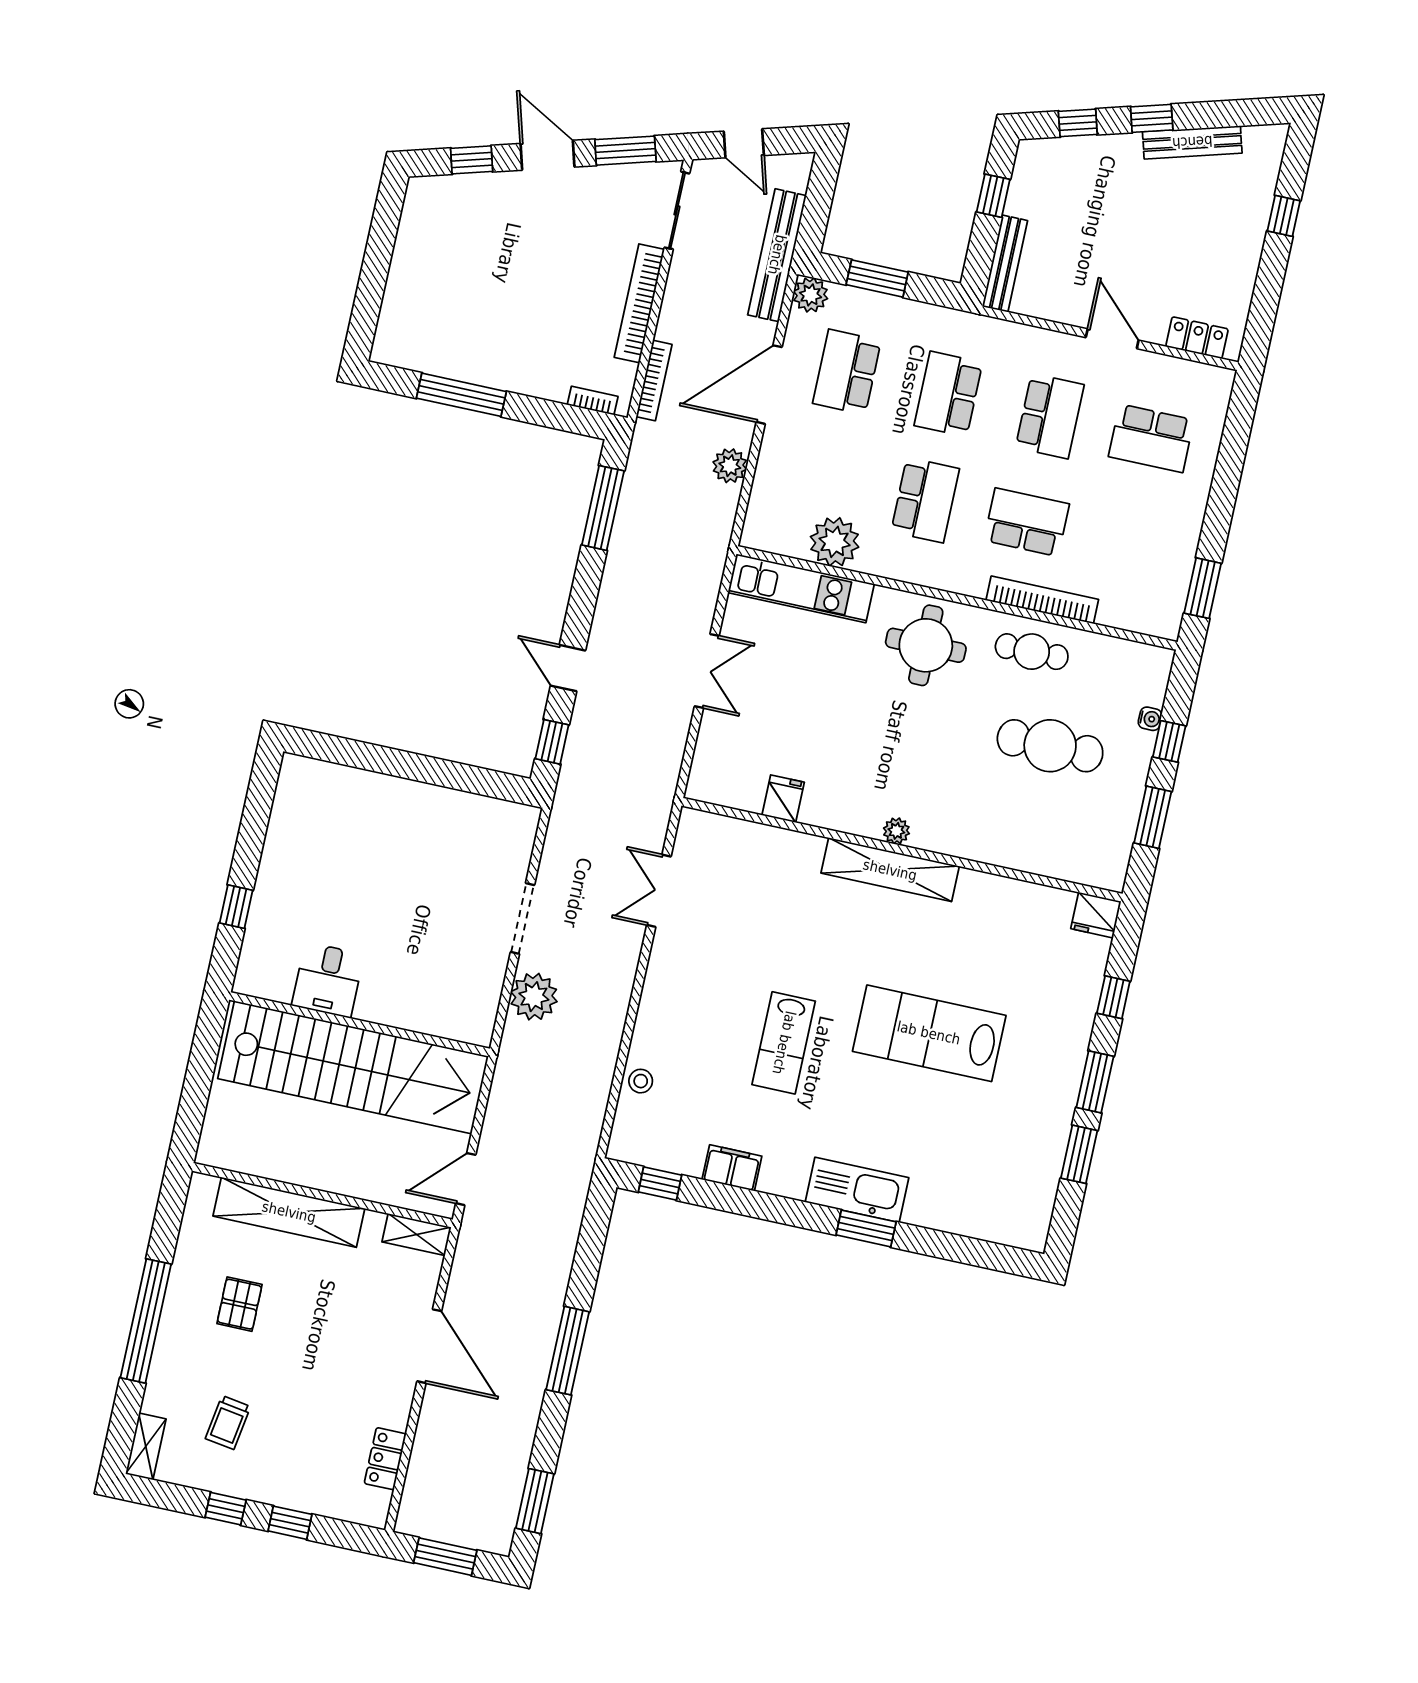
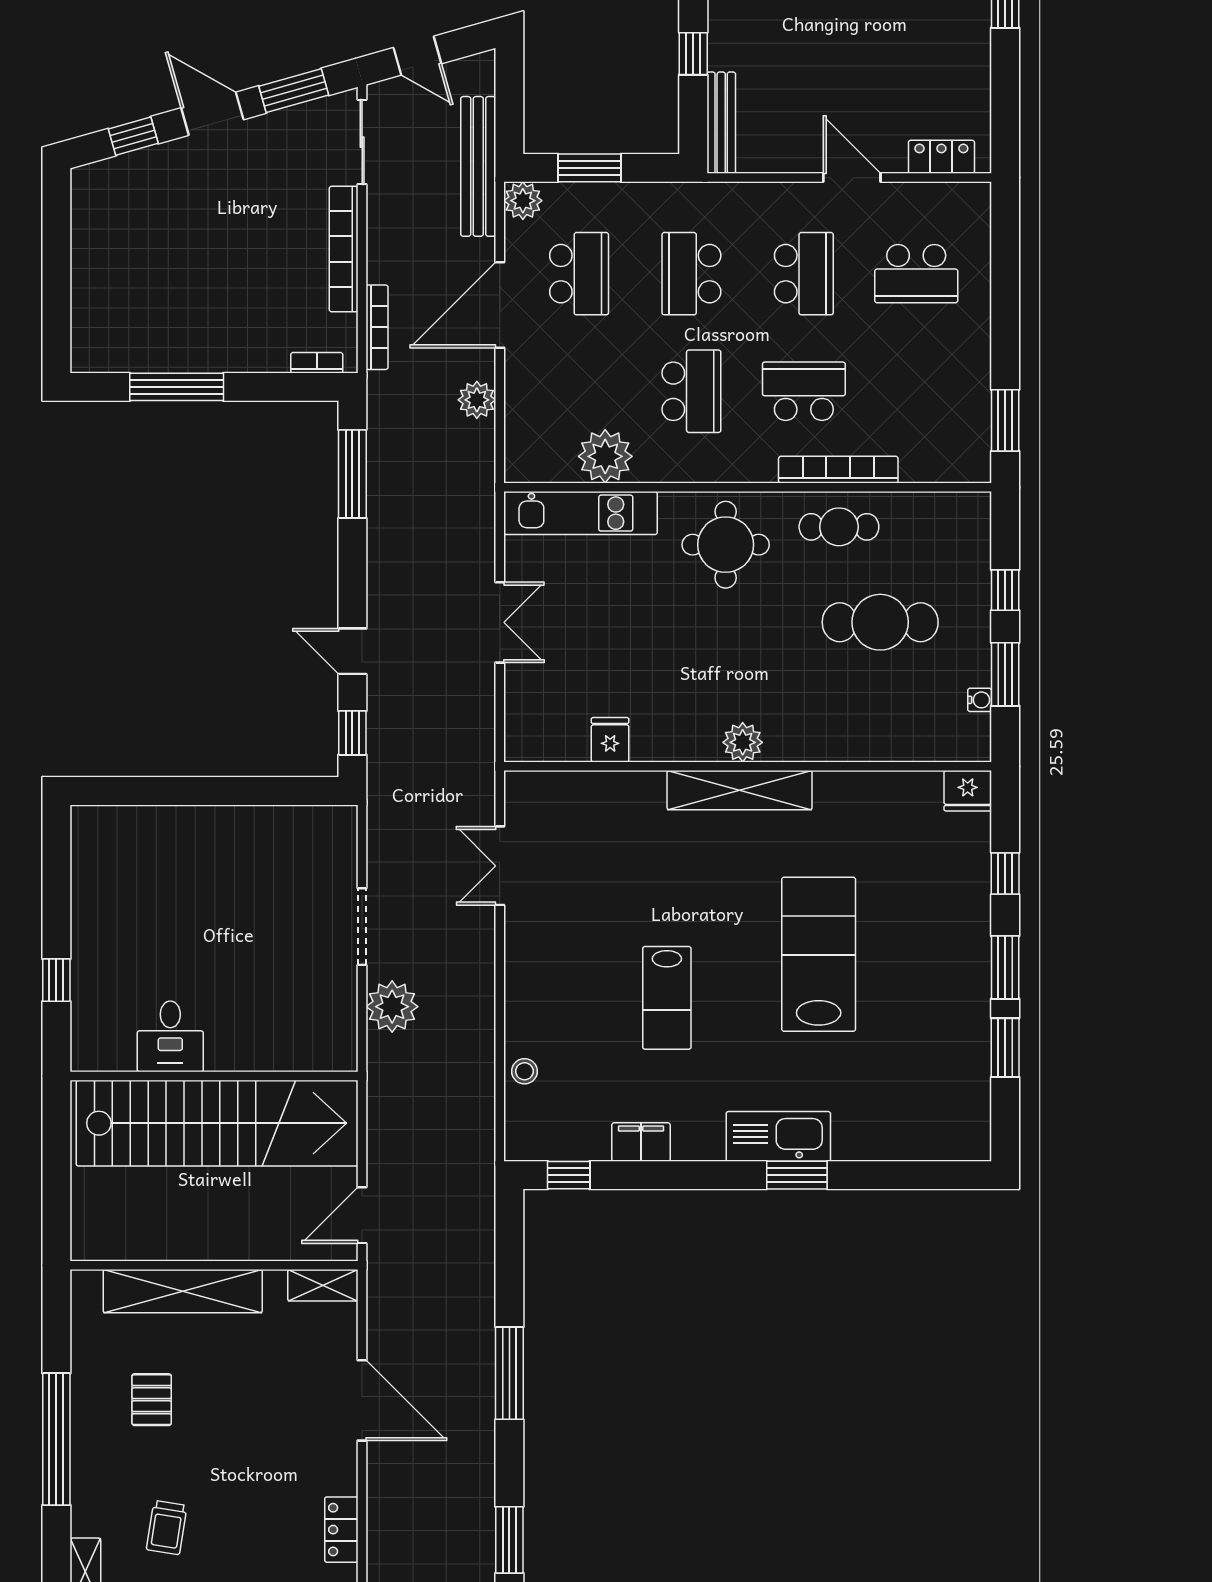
school desk: (847, 372) -> (579, 274), turned 180
water cooler: (1150, 719) -> (980, 700), moved
plant: (896, 831) -> (743, 742), width x1.38, depth x1.38
lab bench: (929, 1033) -> (819, 954), turned 90

